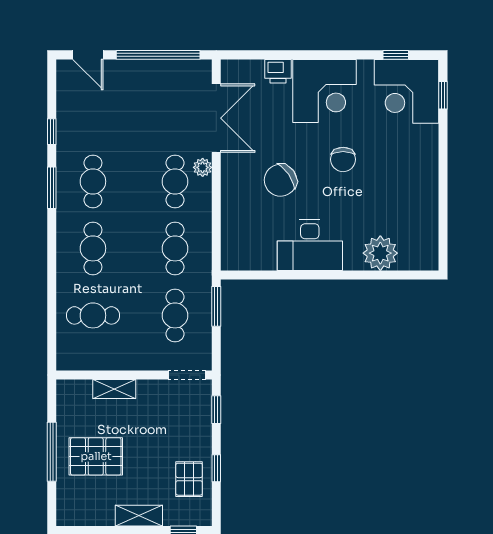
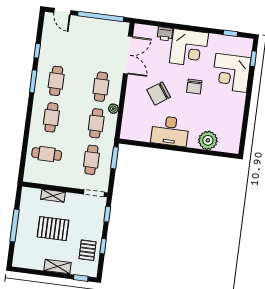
corner desk: (406, 91) -> (231, 73), moved
plant: (203, 167) -> (113, 109), moved
pallet: (96, 456) -> (53, 229), moved

